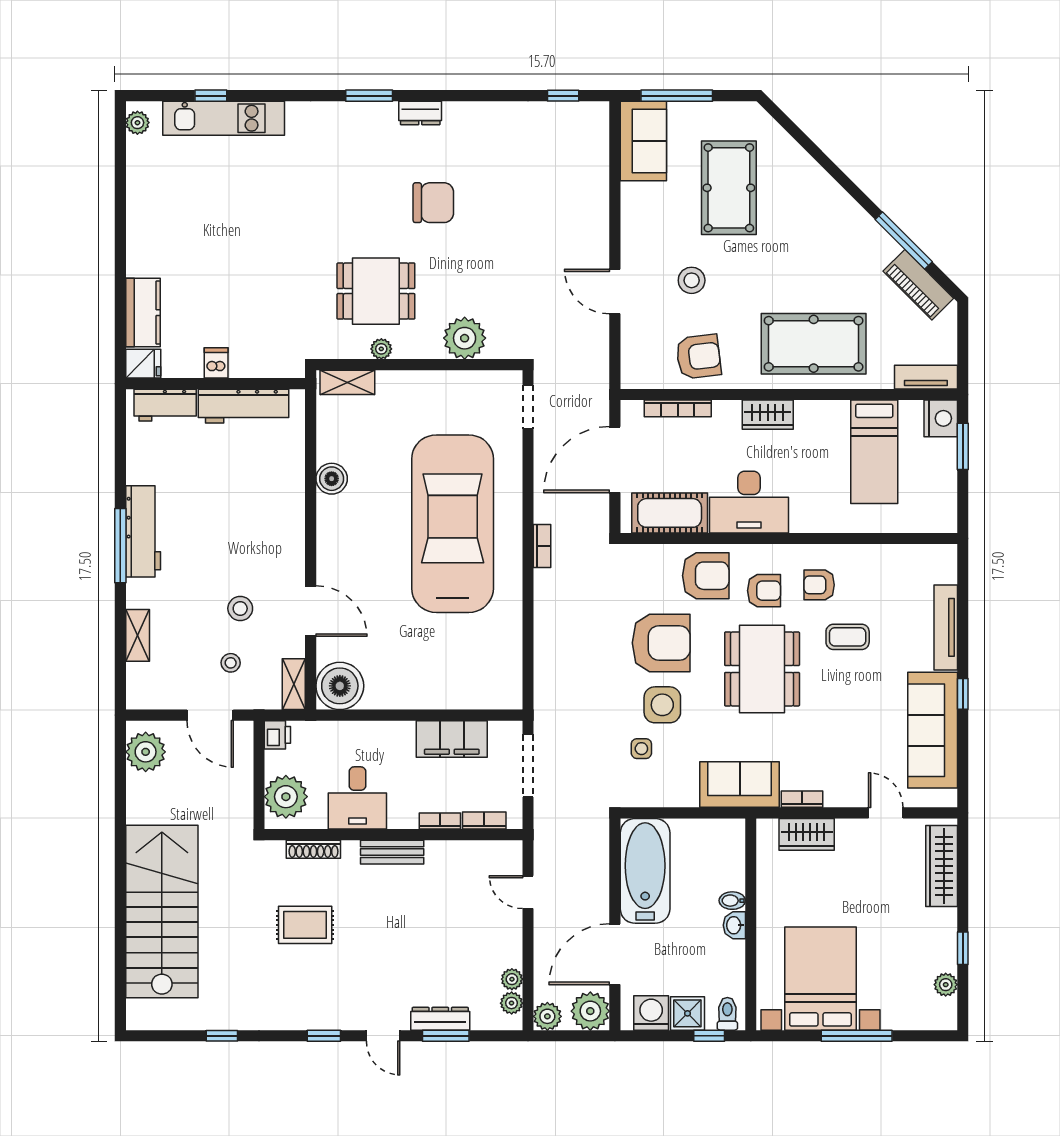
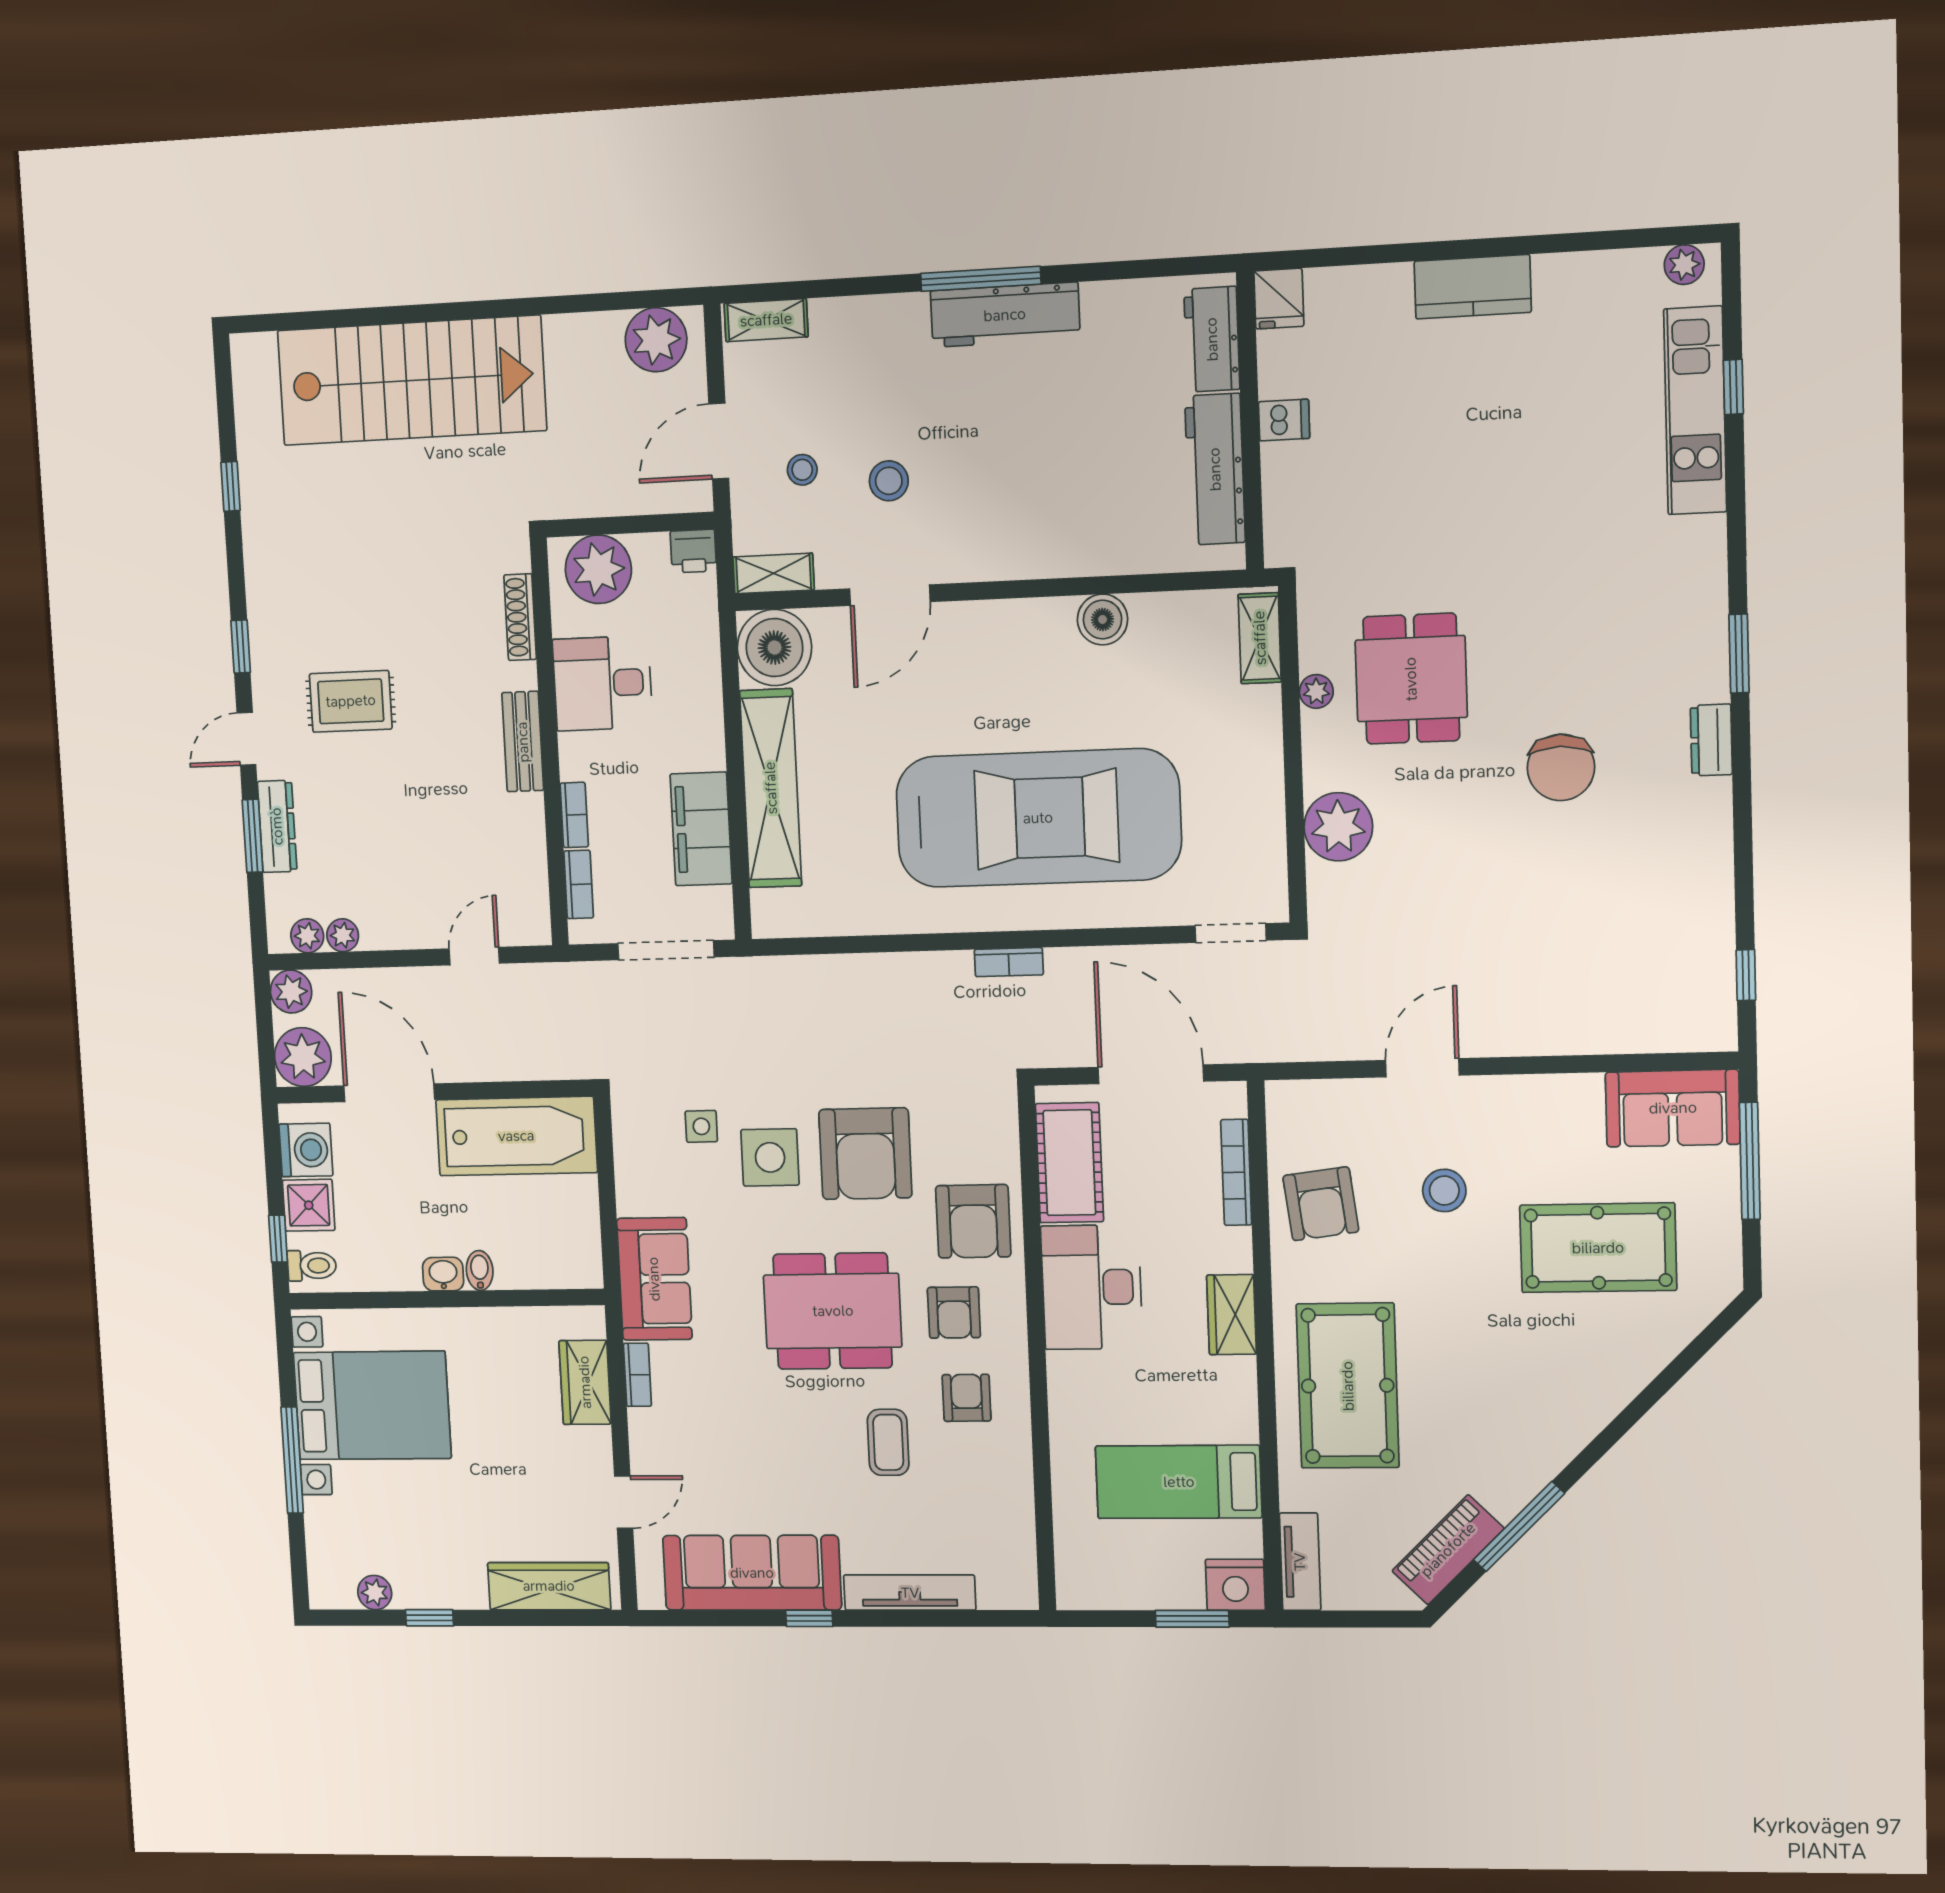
kitchen counter: (143, 313) -> (1473, 287), moved
shelving: (138, 635) -> (766, 320), moved
shelving: (428, 693) -> (771, 788), added
rug: (305, 925) -> (351, 701), moved, turned 90

